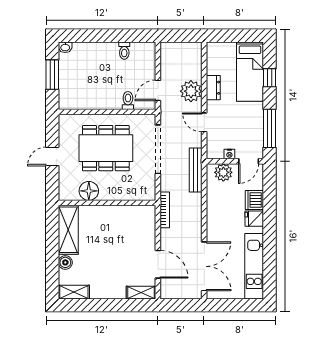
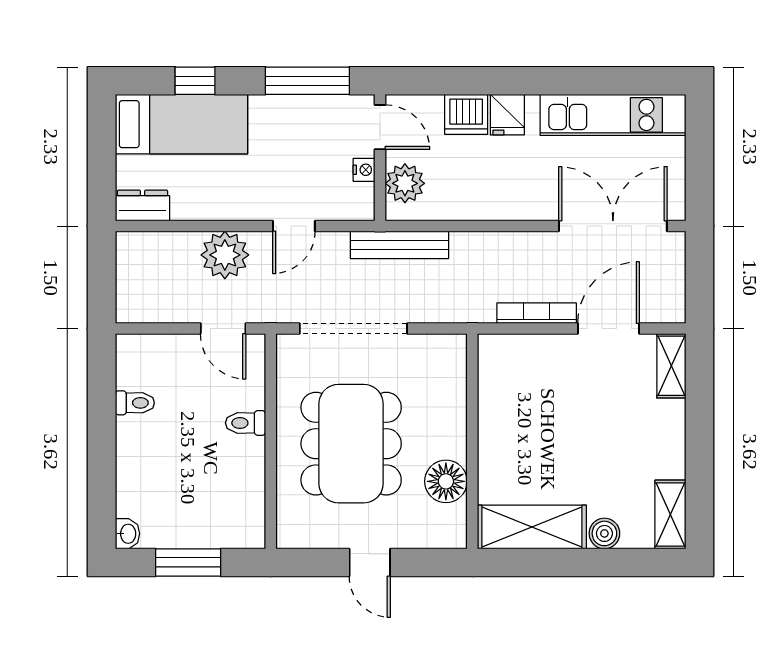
dresser: (213, 88) -> (142, 206), moved
toilet: (128, 101) -> (246, 423), moved
bookcase: (165, 210) -> (537, 313), moved

